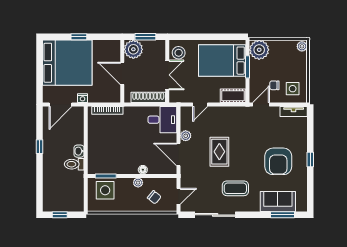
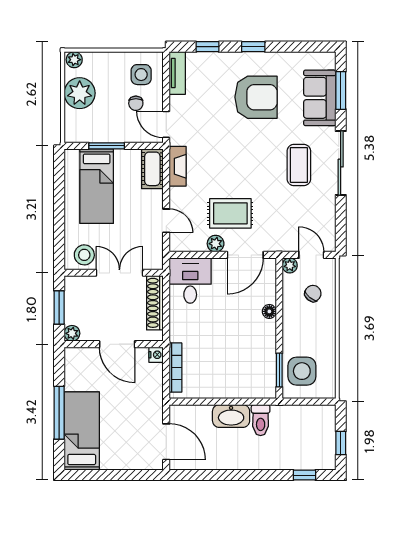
window: (79, 37) -> (59, 413), width x2.17
plant: (133, 49) -> (72, 333), width x0.53, depth x0.53
plant: (259, 50) -> (80, 93), moved
bed: (222, 61) -> (97, 186), width x0.67
bed: (67, 63) -> (82, 431), width x0.49
door: (122, 73) -> (117, 344), hinge flipped
nightstand: (83, 98) -> (156, 355), moved
fireplace: (235, 112) -> (178, 166), added
window: (310, 131) -> (208, 47), added
window: (39, 147) -> (304, 475), moved
washbasin: (79, 151) -> (231, 416), width x1.91, depth x1.45
rug: (219, 152) -> (230, 213), moved
plant: (138, 183) -> (290, 265), moved
sliding door: (215, 215) -> (341, 163), moved

